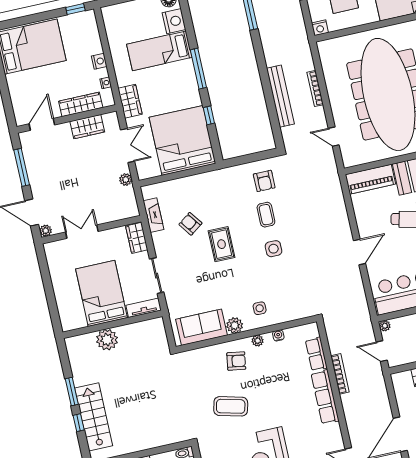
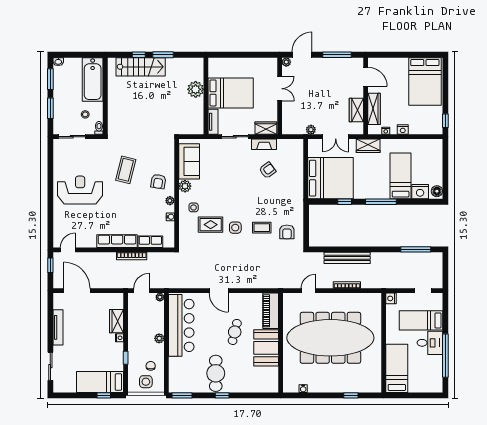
armchair: (264, 181) -> (287, 232), turned -90
fireplace: (153, 215) -> (264, 144), moved
rug: (222, 244) -> (211, 225), moved

